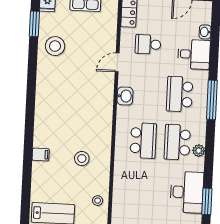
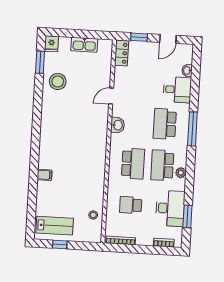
school desk: (148, 44) -> (131, 205), moved
stool: (82, 159) -> (80, 179), removed

